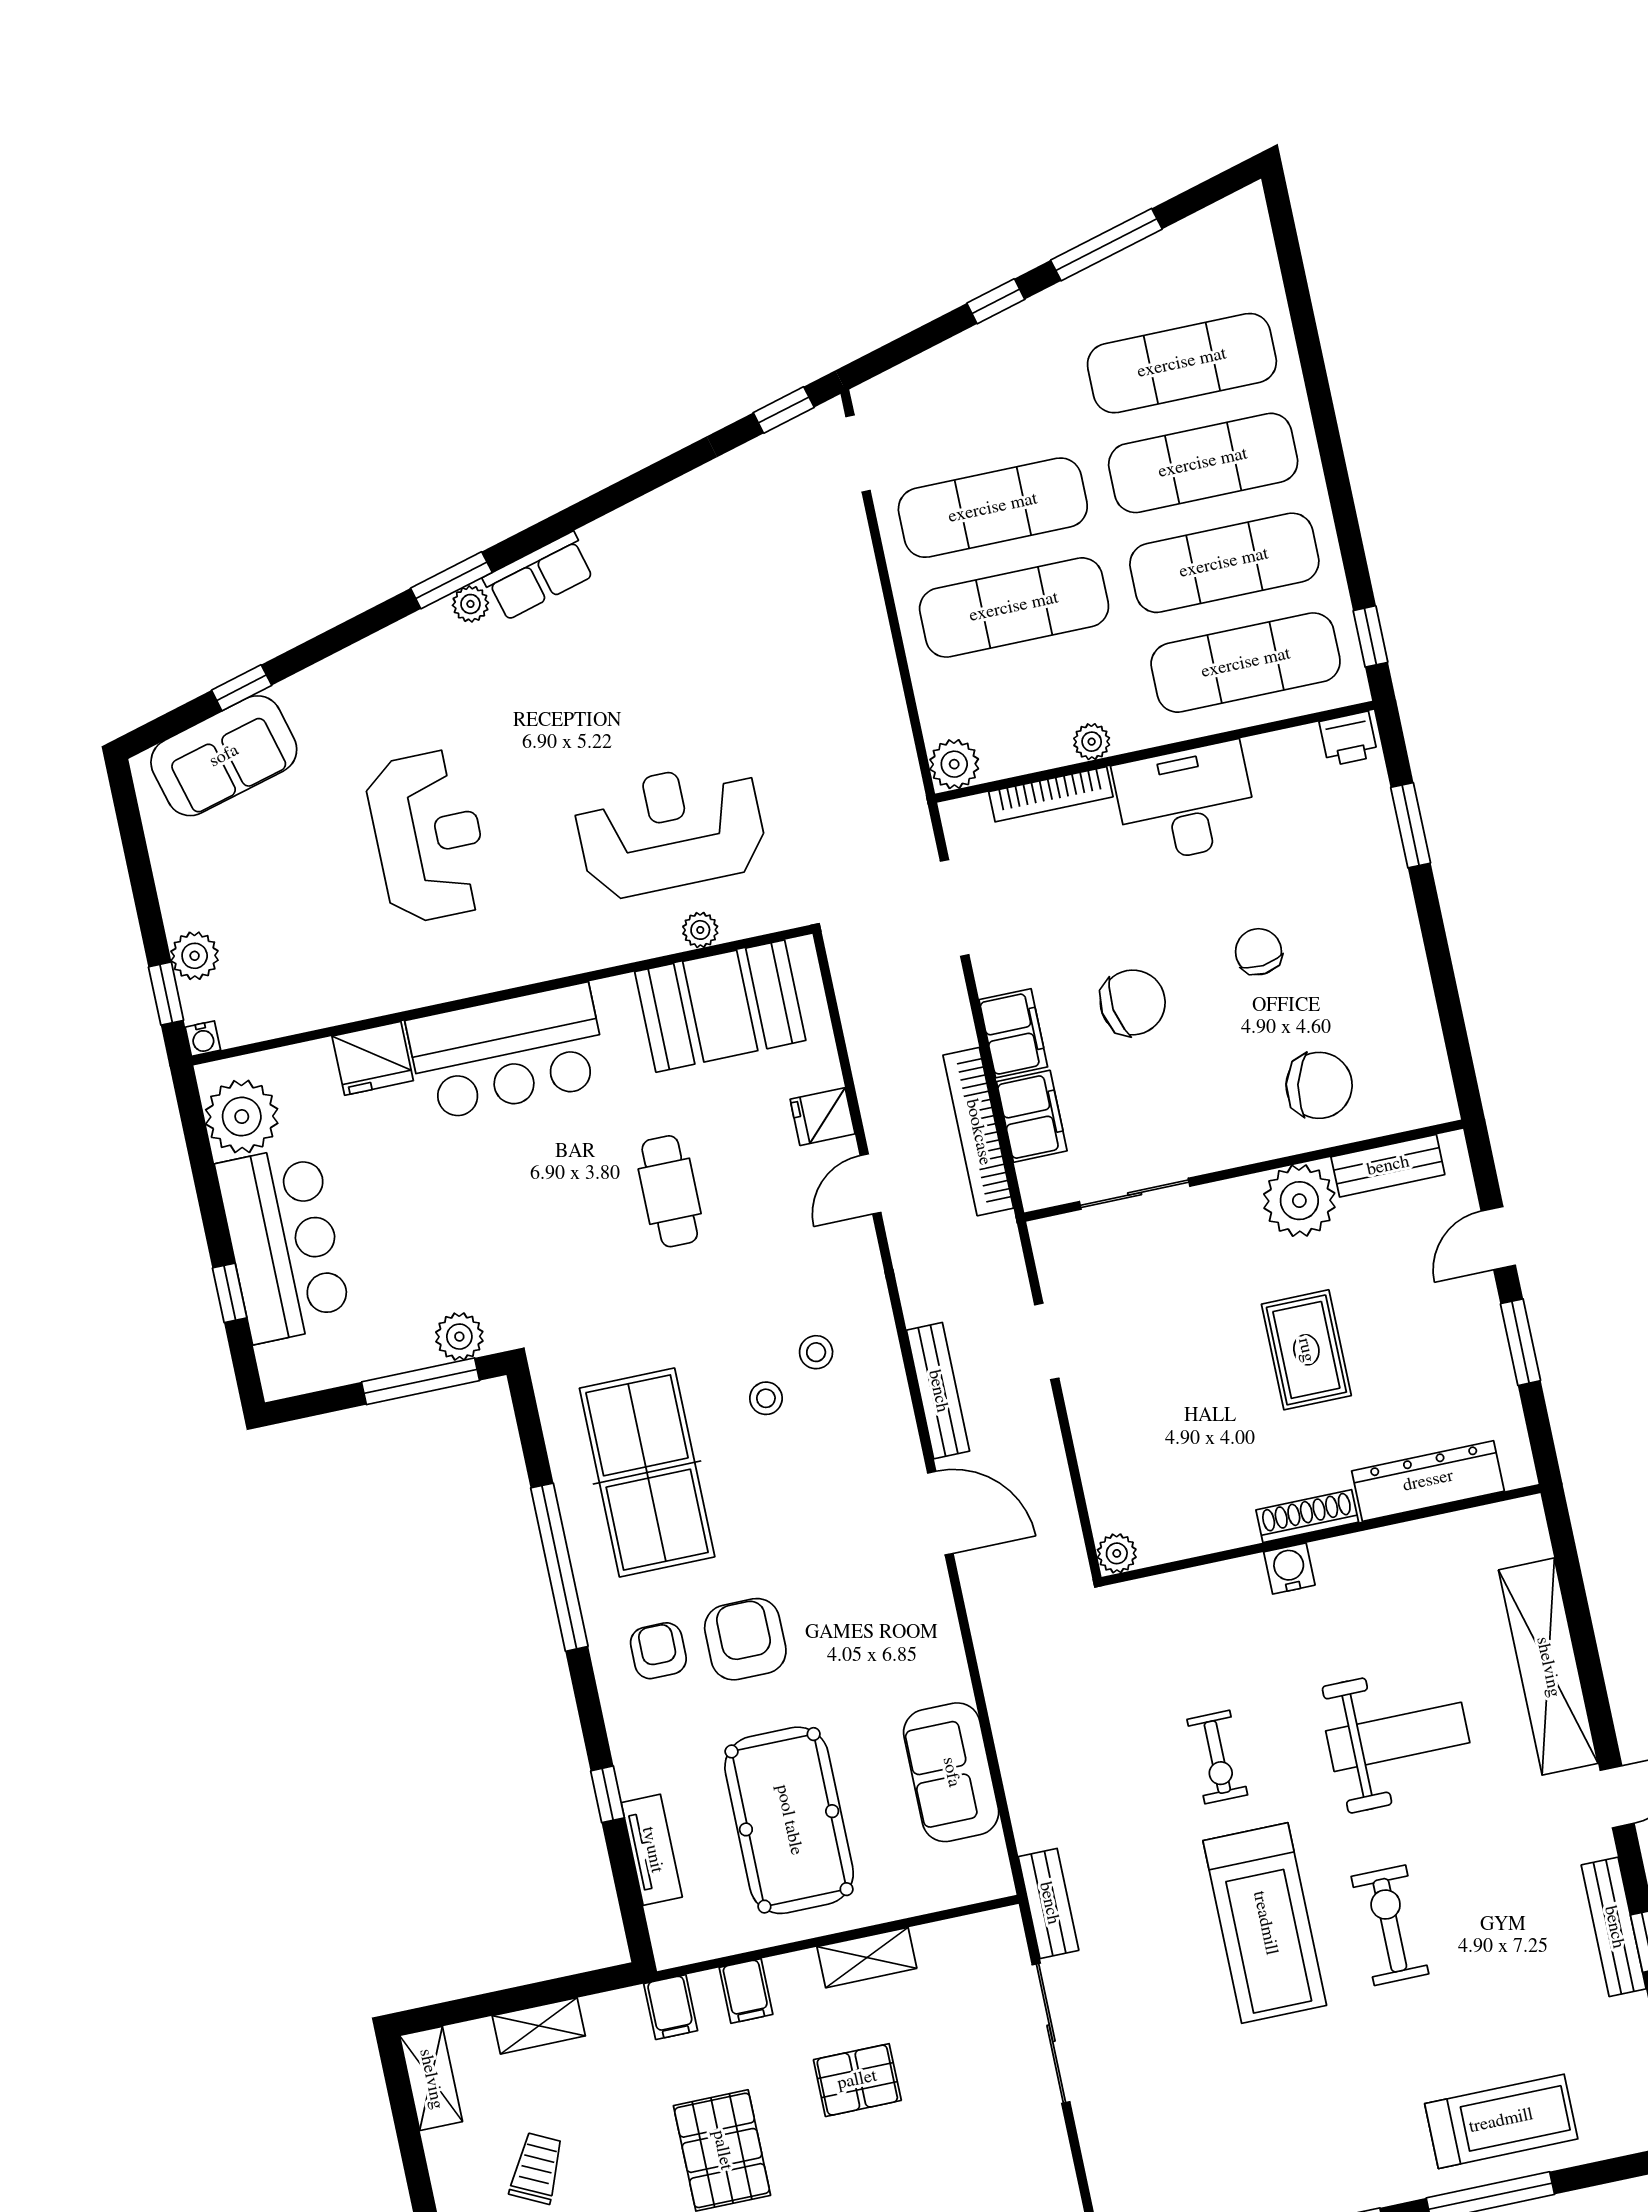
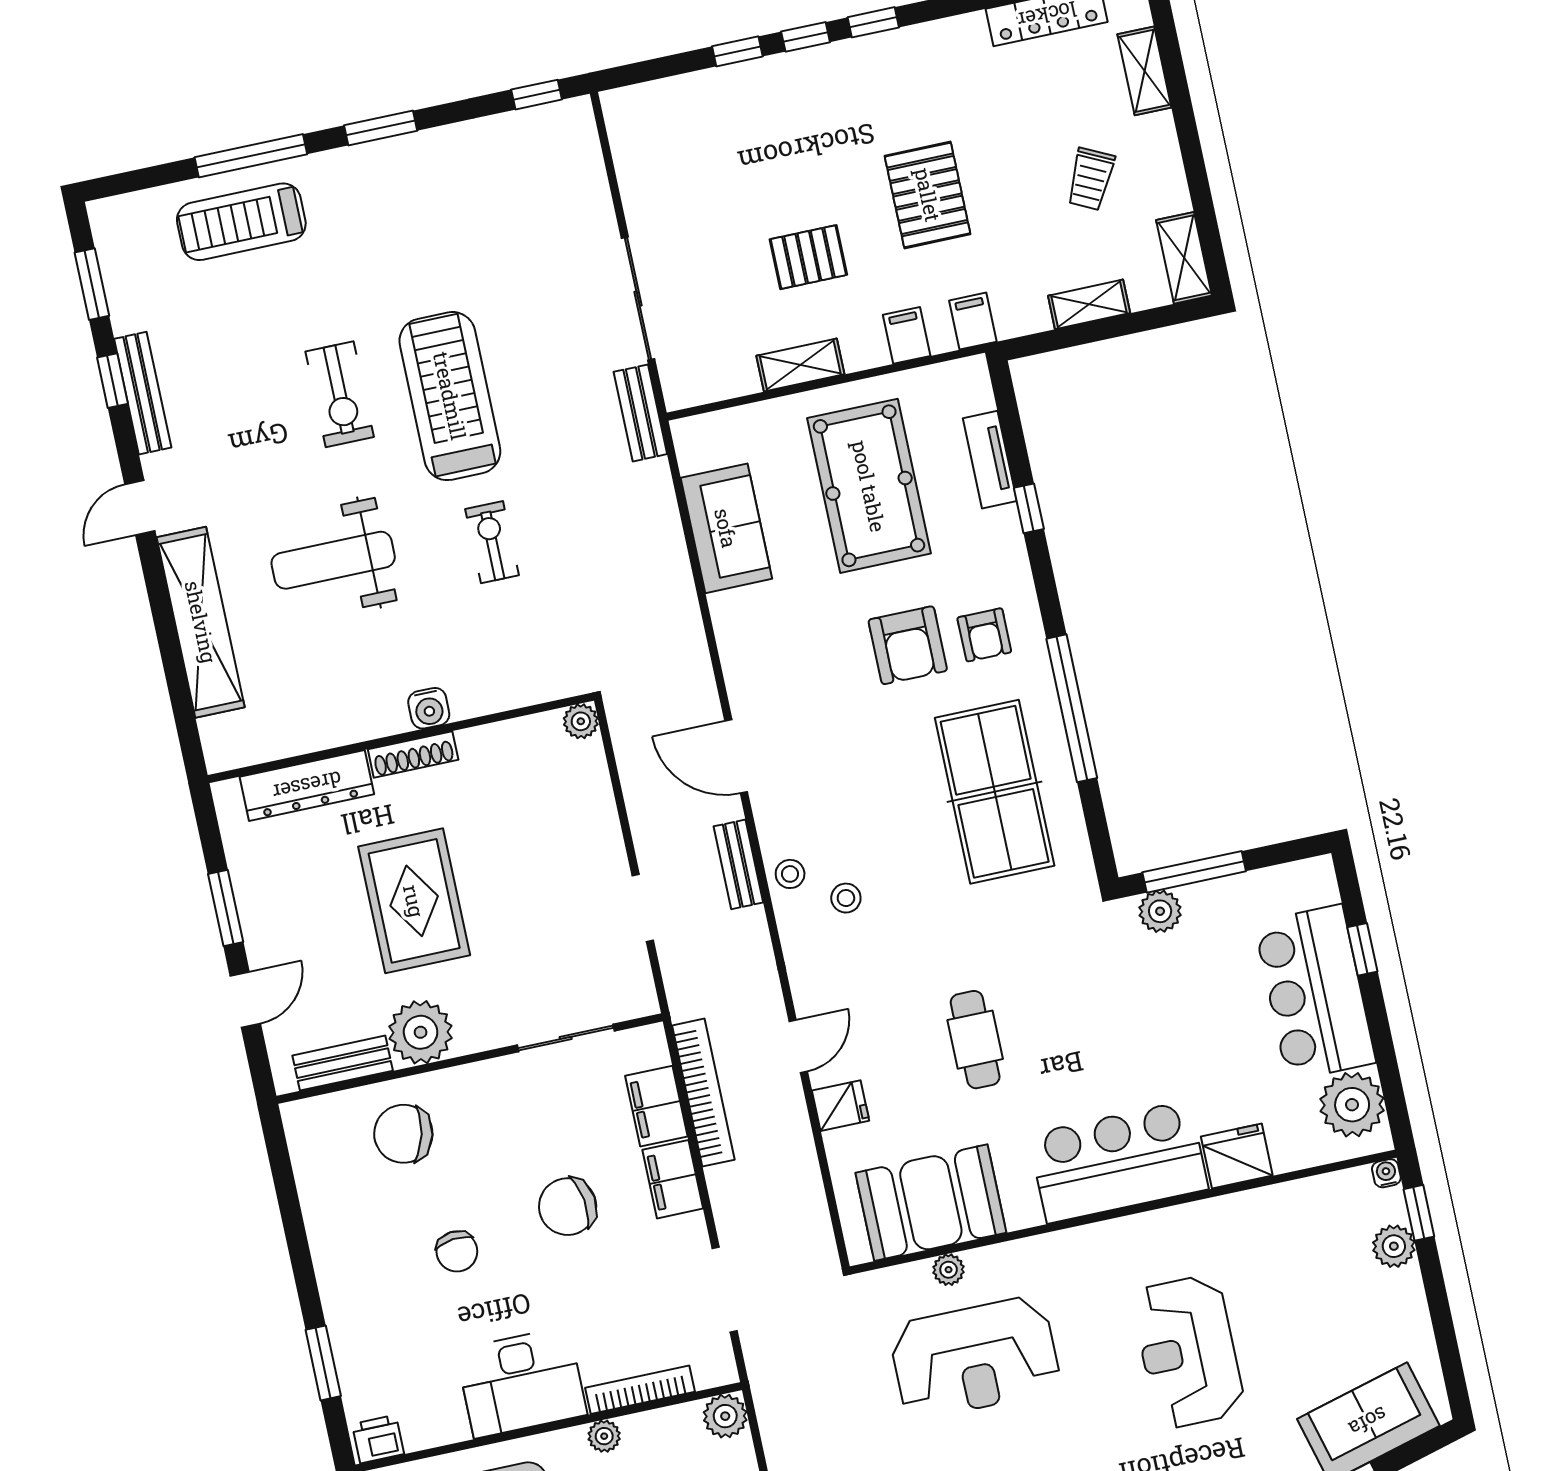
rug: (1306, 1350) -> (414, 901), width x1.36, depth x1.43
bench: (938, 1391) -> (738, 864), width x0.73
stool: (766, 1398) -> (790, 874), moved

